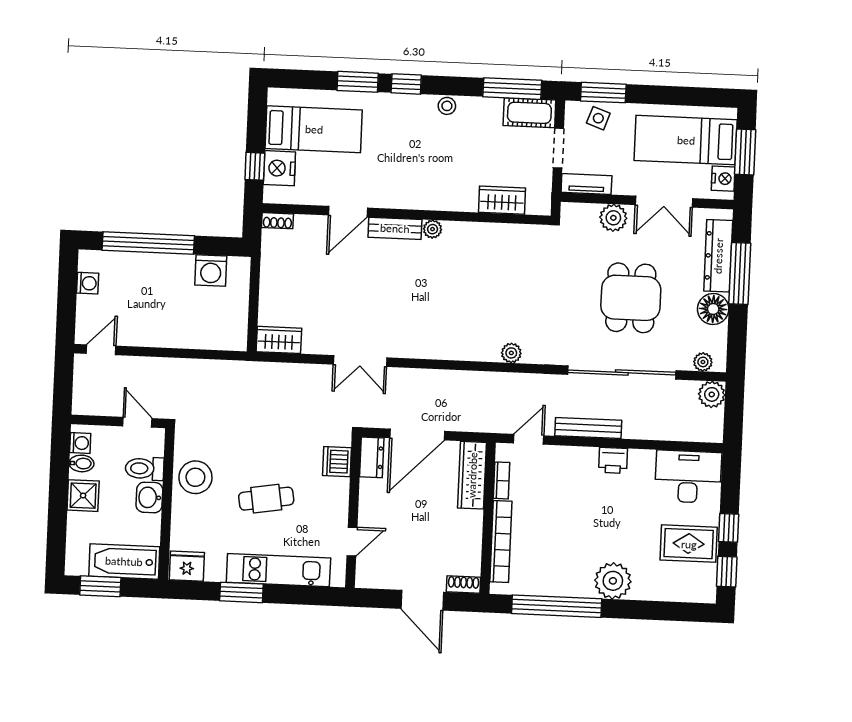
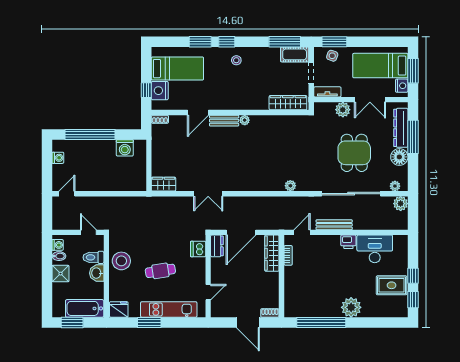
stool: (447, 106) -> (236, 60), moved
wardrobe: (502, 200) -> (288, 103), width x1.50
desk: (688, 477) -> (375, 249), moved
bookcase: (501, 542) -> (289, 289), removed

